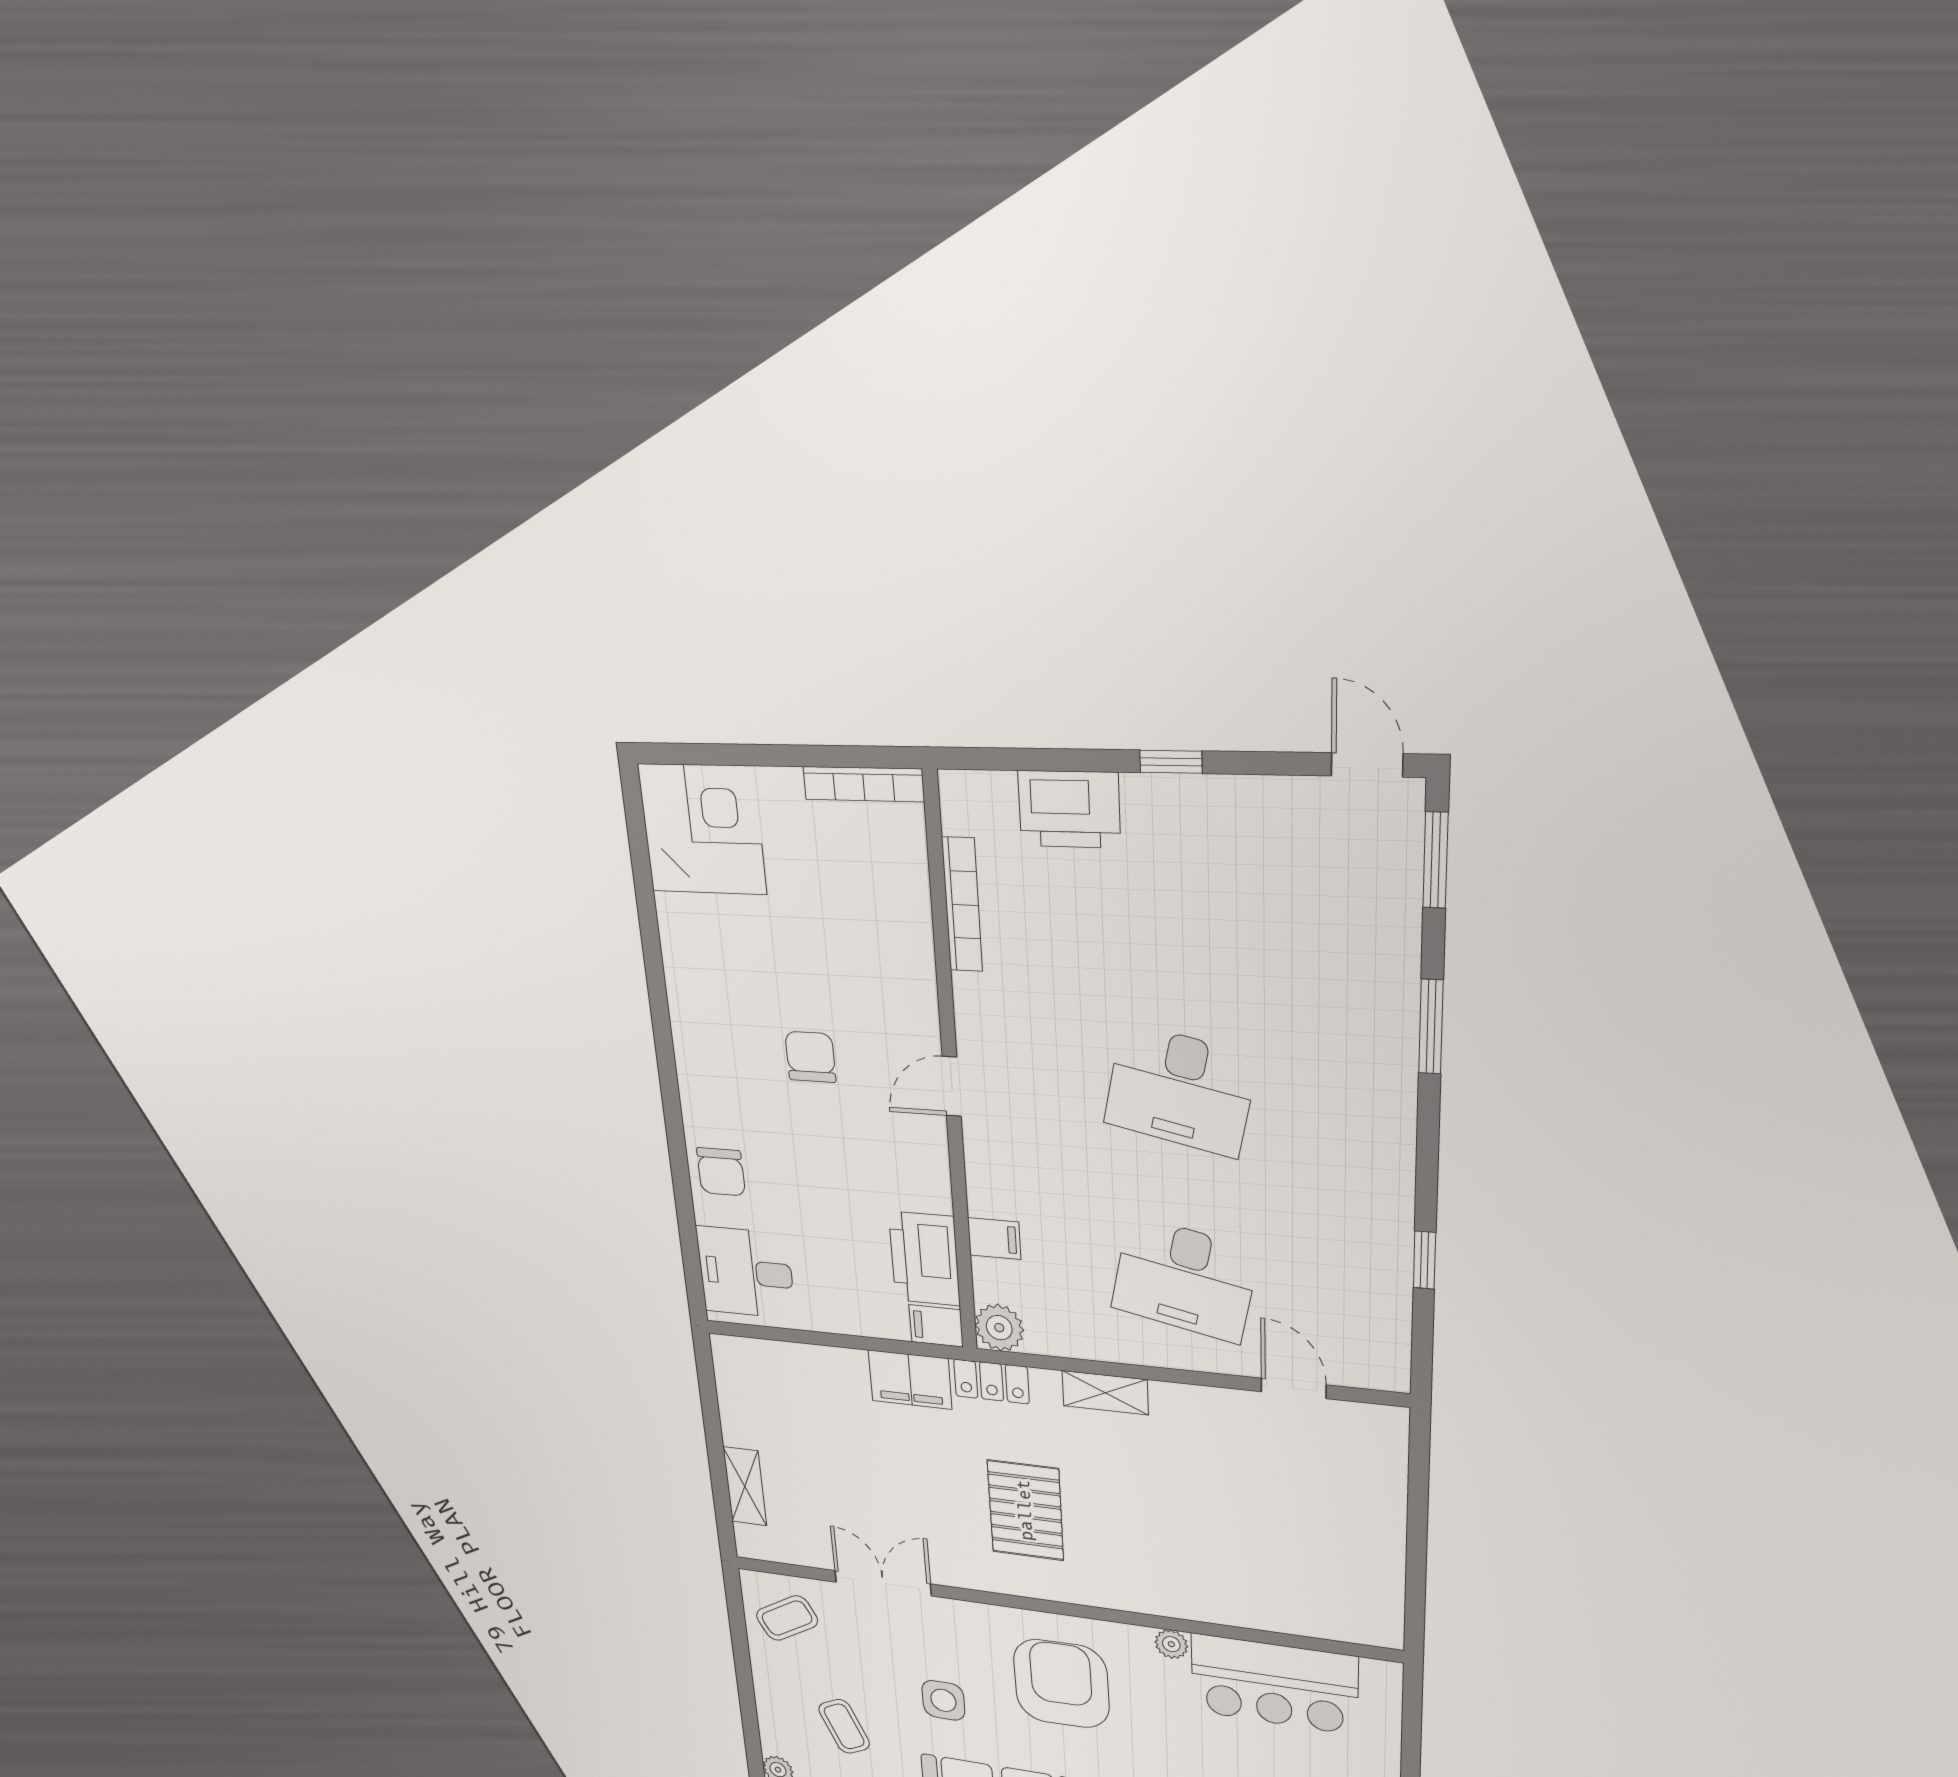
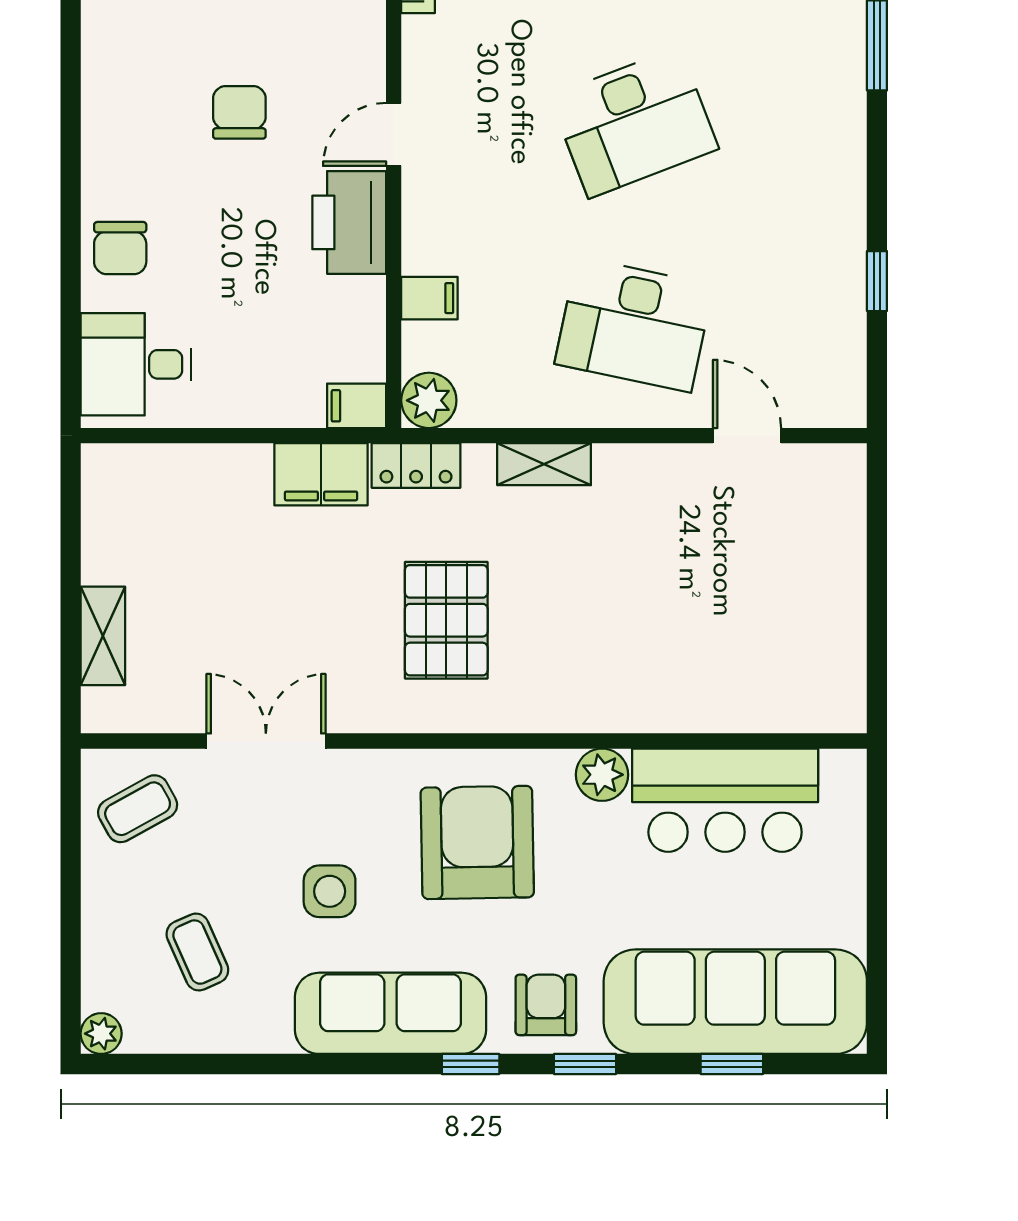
desk: (1180, 1090) -> (634, 123), turned -33
printer: (925, 1259) -> (349, 222), moved
plant: (1171, 1644) -> (602, 775), width x1.38, depth x1.38

